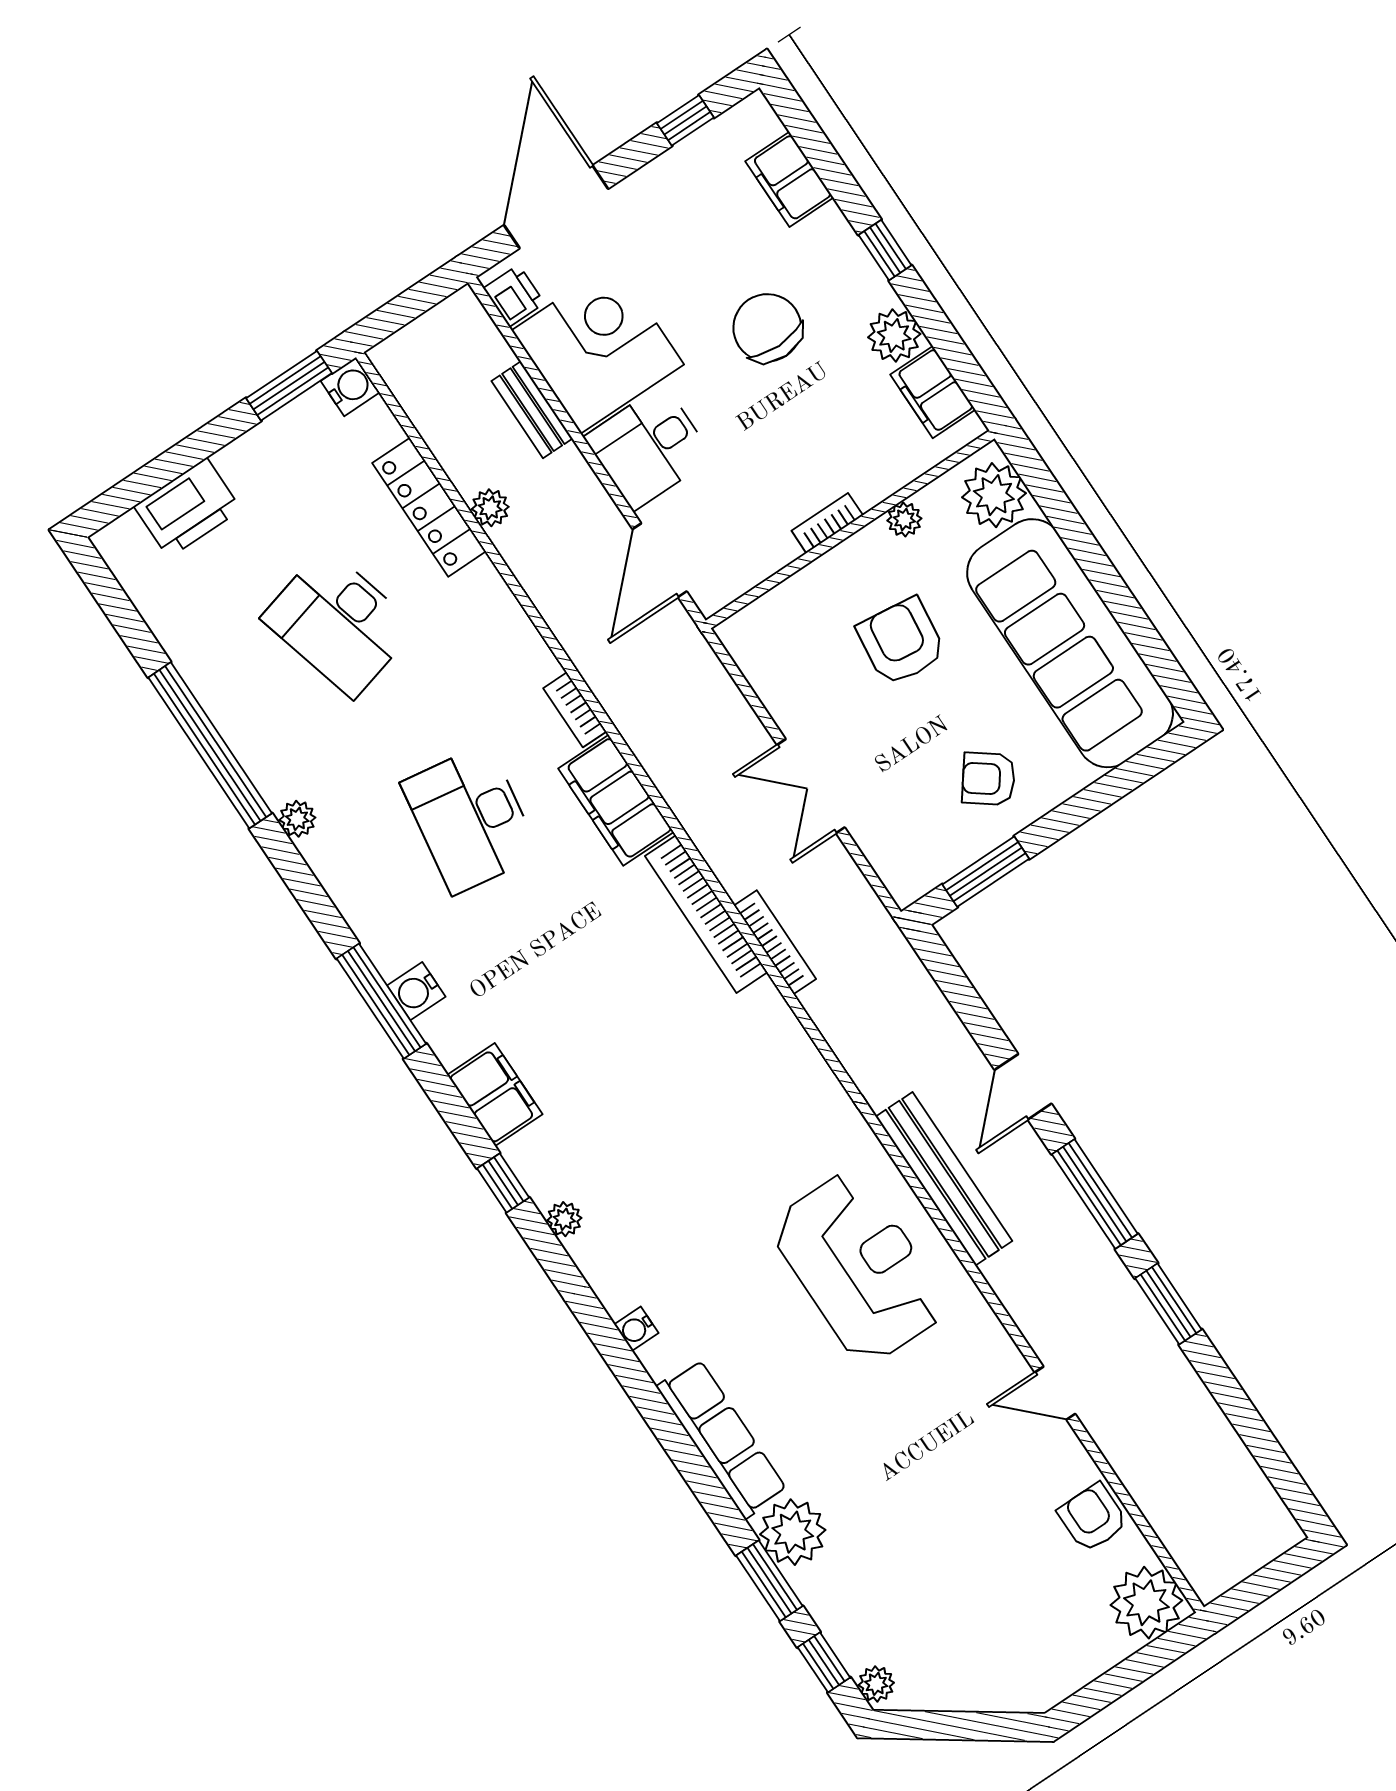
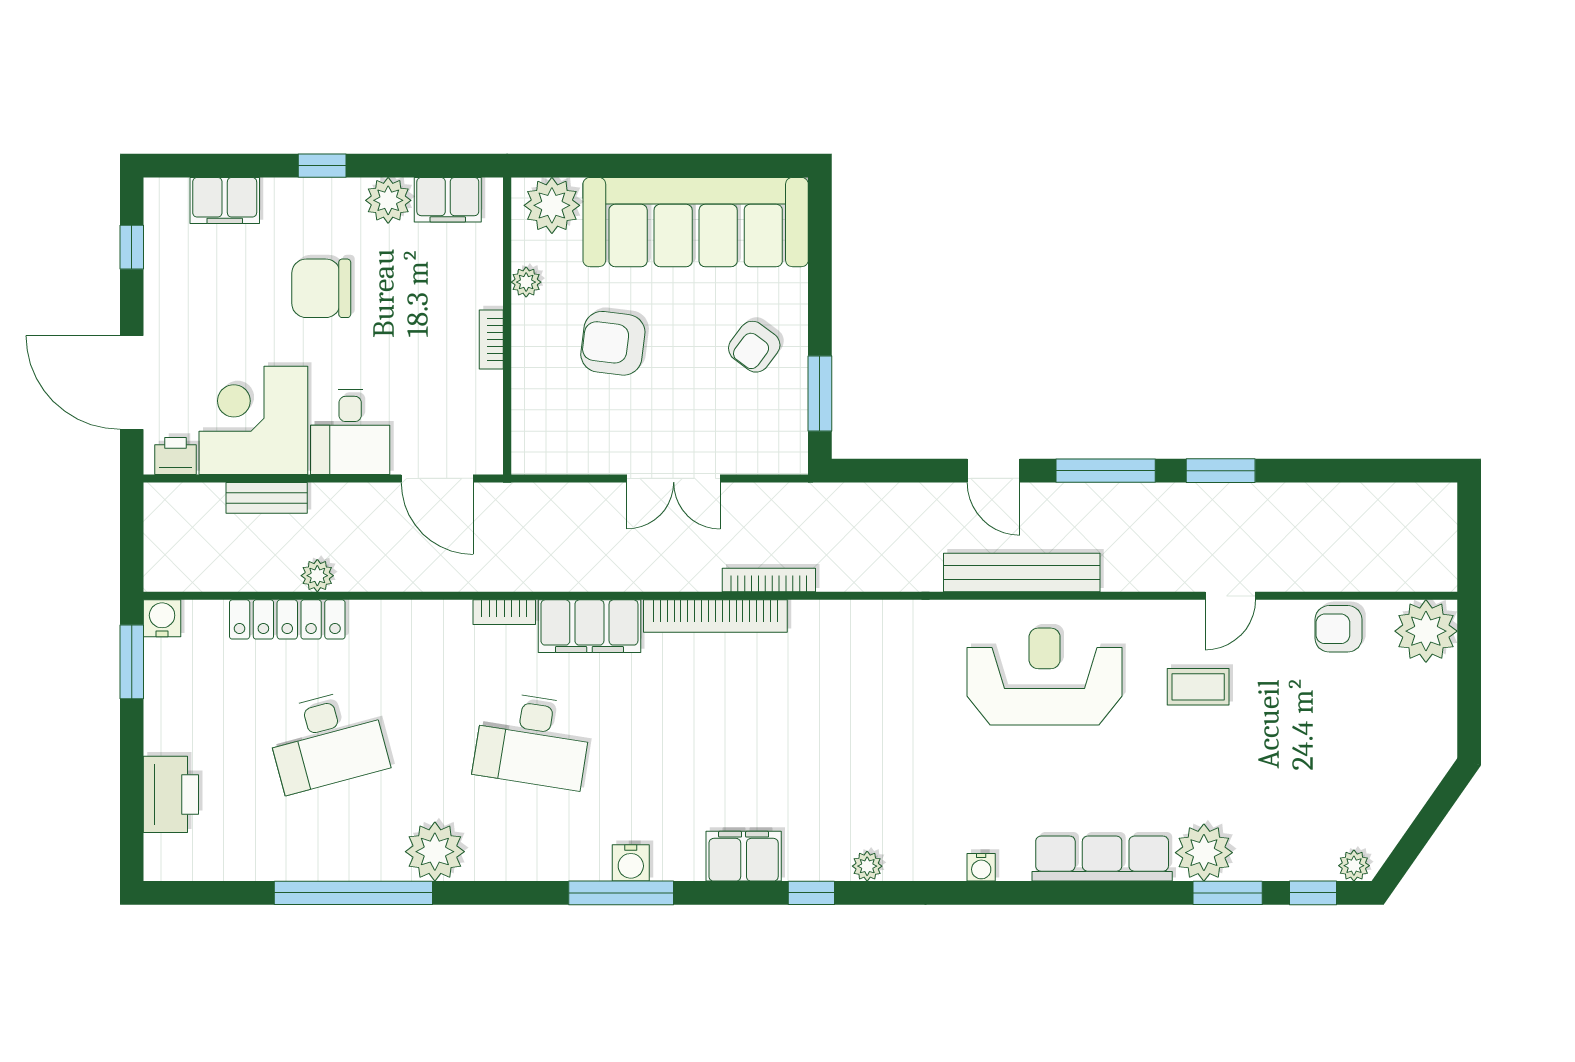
plant: (297, 819) -> (435, 852), width x1.87, depth x1.87
coffee table: (947, 1421) -> (1198, 687), added

